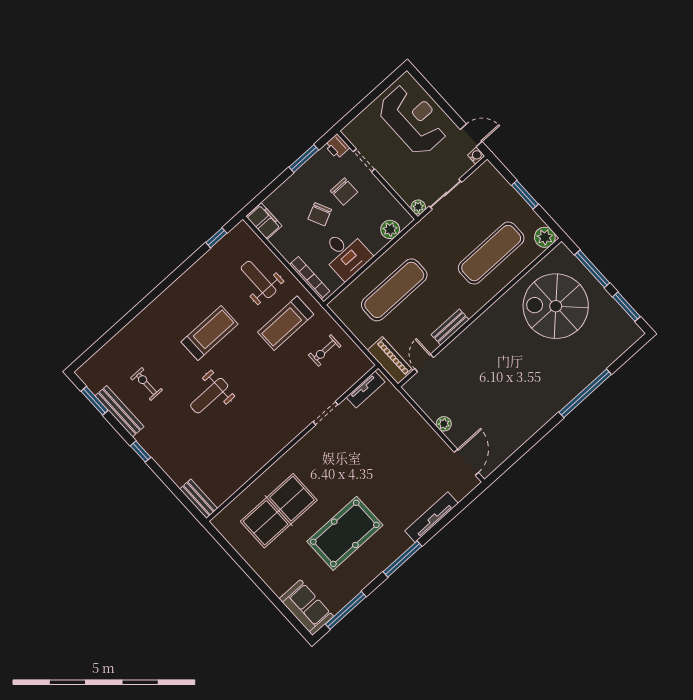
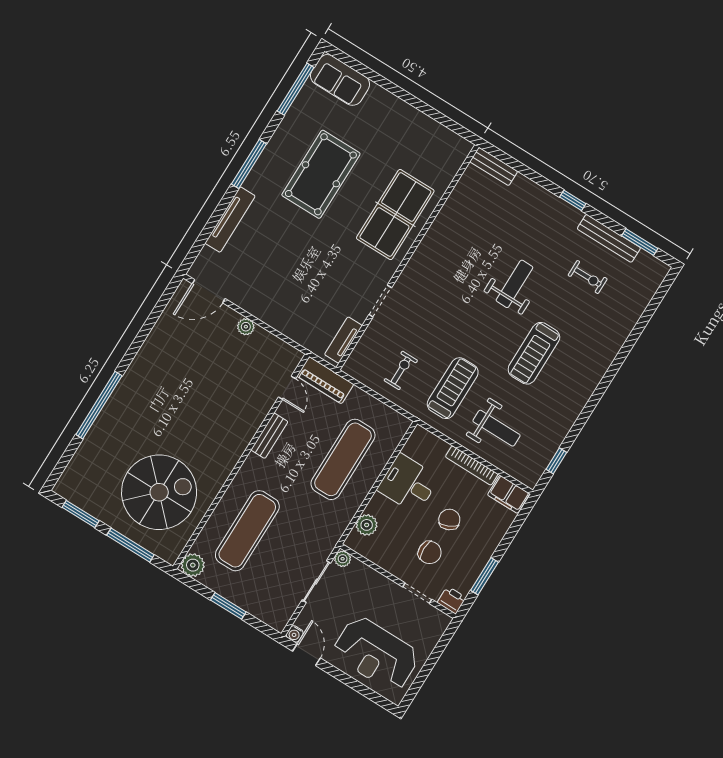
door: (471, 135) -> (306, 655), swing flipped
chair: (344, 191) -> (430, 552), turned 180
bookcase: (310, 278) -> (472, 465), moved
door: (466, 462) -> (209, 291), hinge flipped
table tennis table: (279, 511) -> (395, 214), moved

